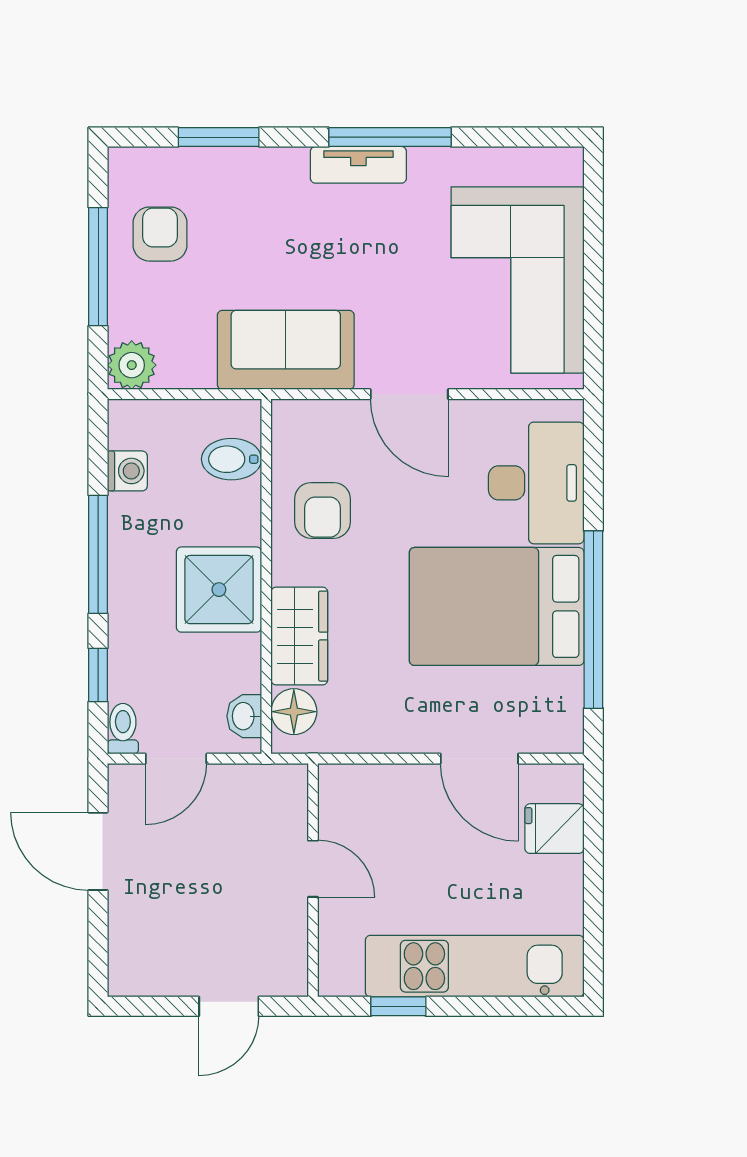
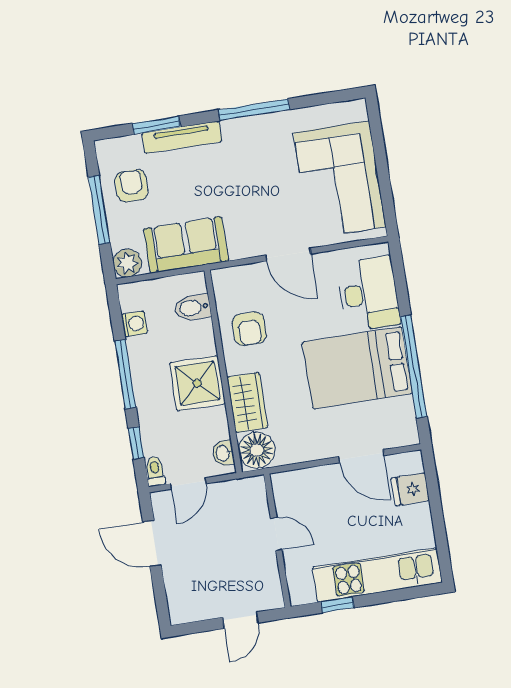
tv unit: (358, 165) -> (182, 137), moved, width x1.41
sofa: (286, 350) -> (186, 245), moved
floor lamp: (294, 712) -> (257, 450), width x1.38, depth x1.38

